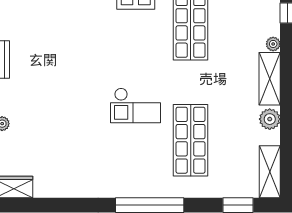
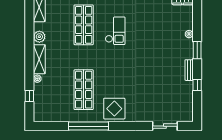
checkout: (135, 105) -> (115, 31), moved, turned 90

